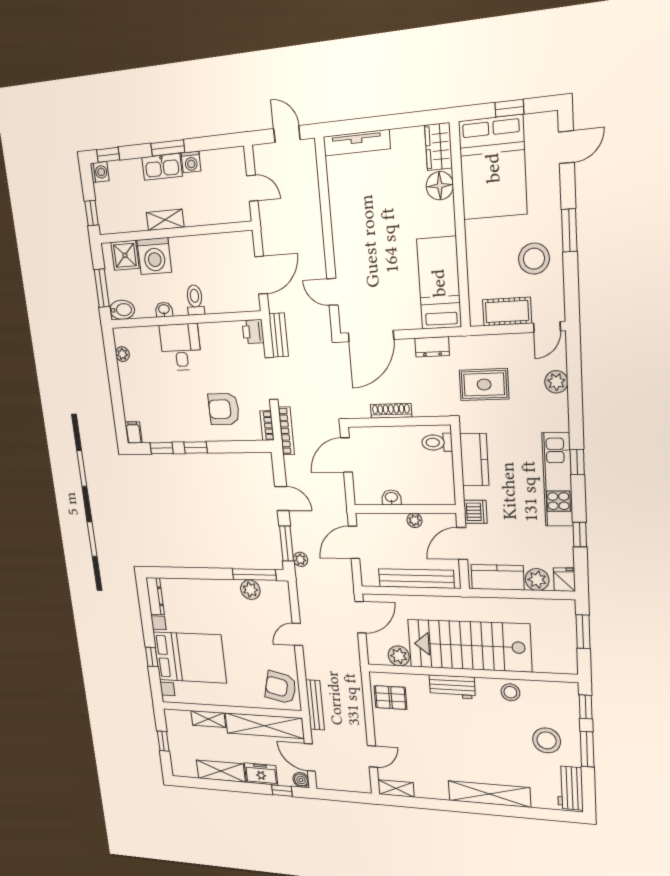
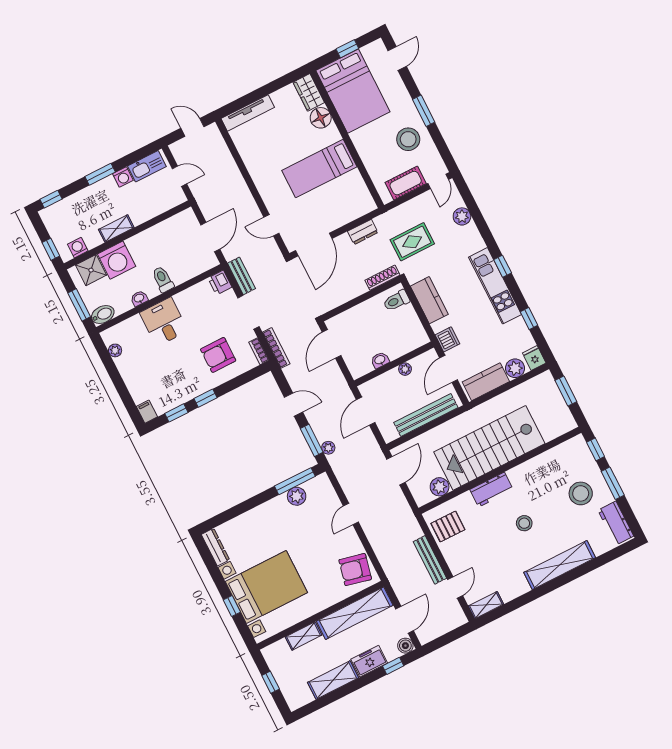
kitchen sink: (162, 167) -> (147, 166), moved
washing machine: (100, 172) -> (78, 248), moved, turned -90
bed: (439, 283) -> (319, 169), moved, turned -90
shoe rack: (391, 411) -> (382, 278), moved
stool: (510, 692) -> (524, 523), moved
bench: (315, 705) -> (430, 560), moved
door: (310, 757) -> (405, 620), swing flipped

